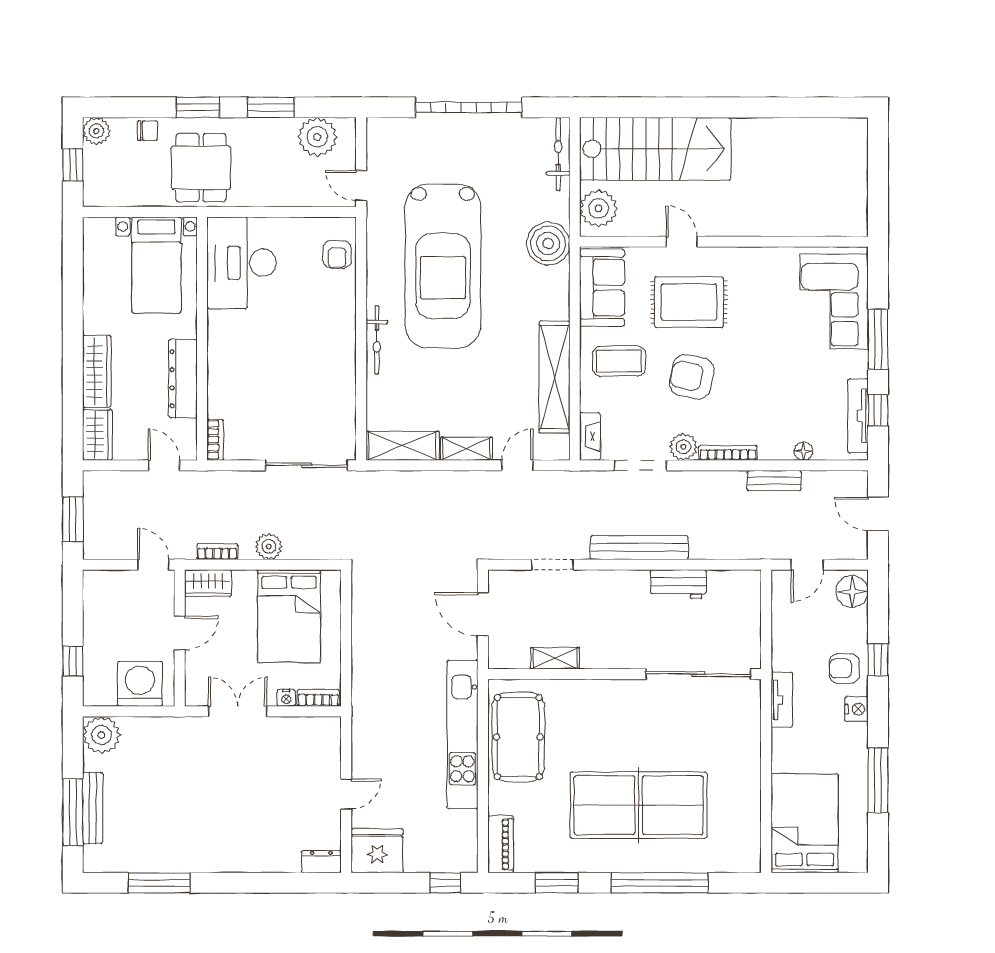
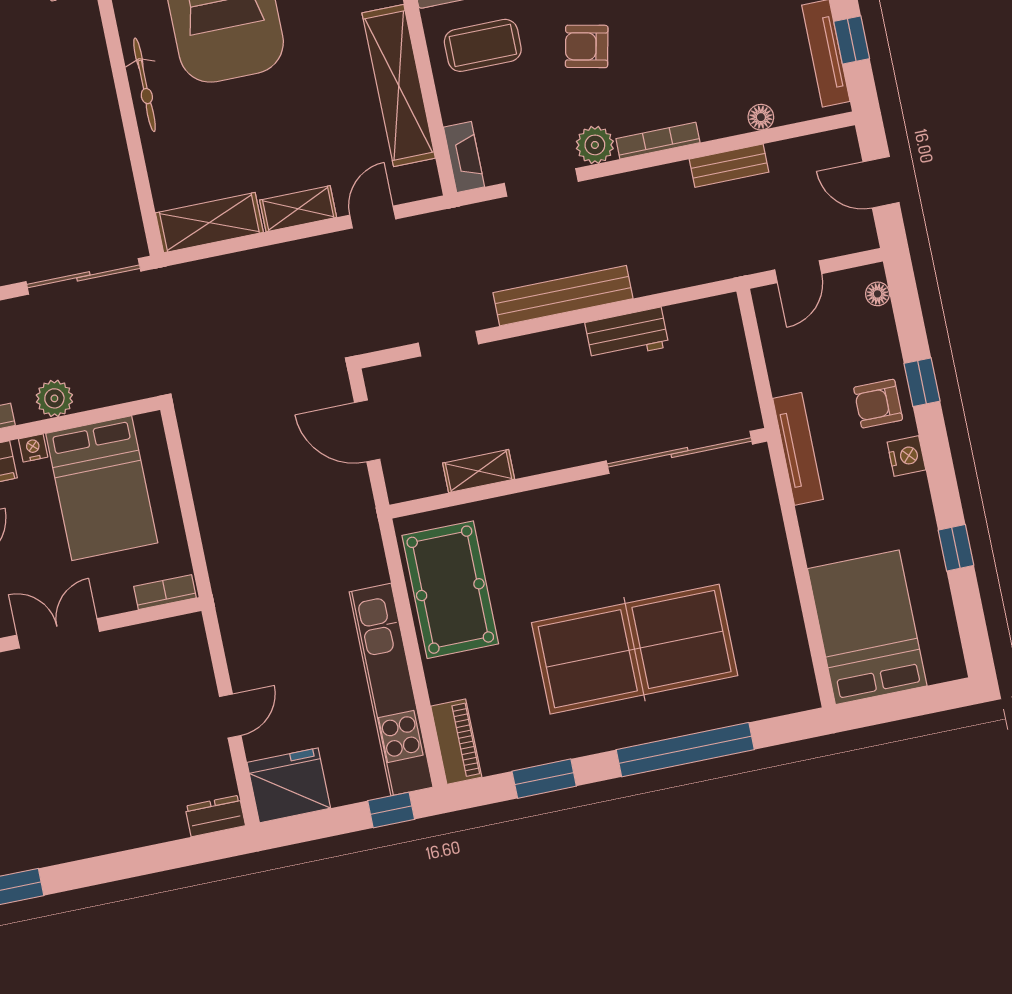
armchair: (692, 377) -> (587, 46), width x0.72, depth x0.72
floor lamp: (852, 592) -> (878, 294), width x0.53, depth x0.53
nightstand: (286, 698) -> (33, 448), moved, turned 180
tv unit: (782, 700) -> (798, 449), width x1.41
kitchen unit: (462, 735) -> (391, 689), moved
window: (878, 780) -> (956, 548), width x0.46

